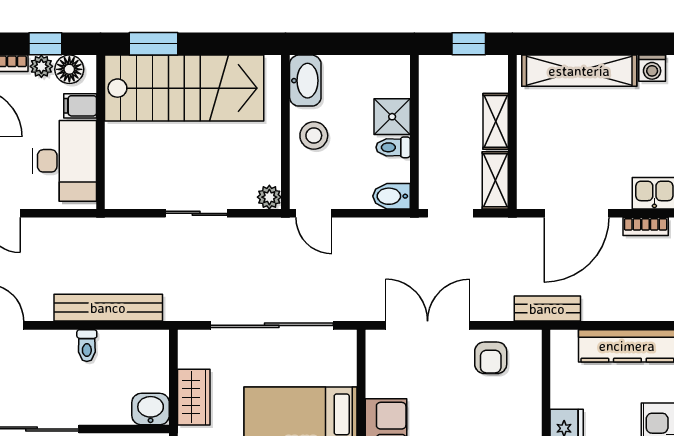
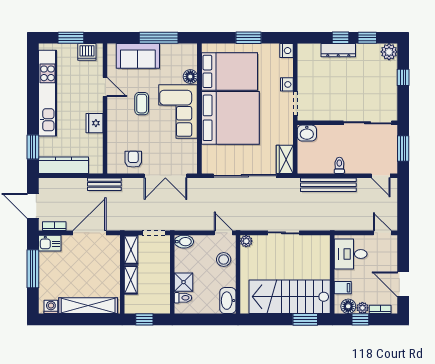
stool: (314, 136) -> (224, 260), moved
toilet: (393, 147) -> (183, 298), moved
desk: (64, 161) -> (351, 254), width x0.73
wardrobe: (194, 397) -> (285, 159), moved

